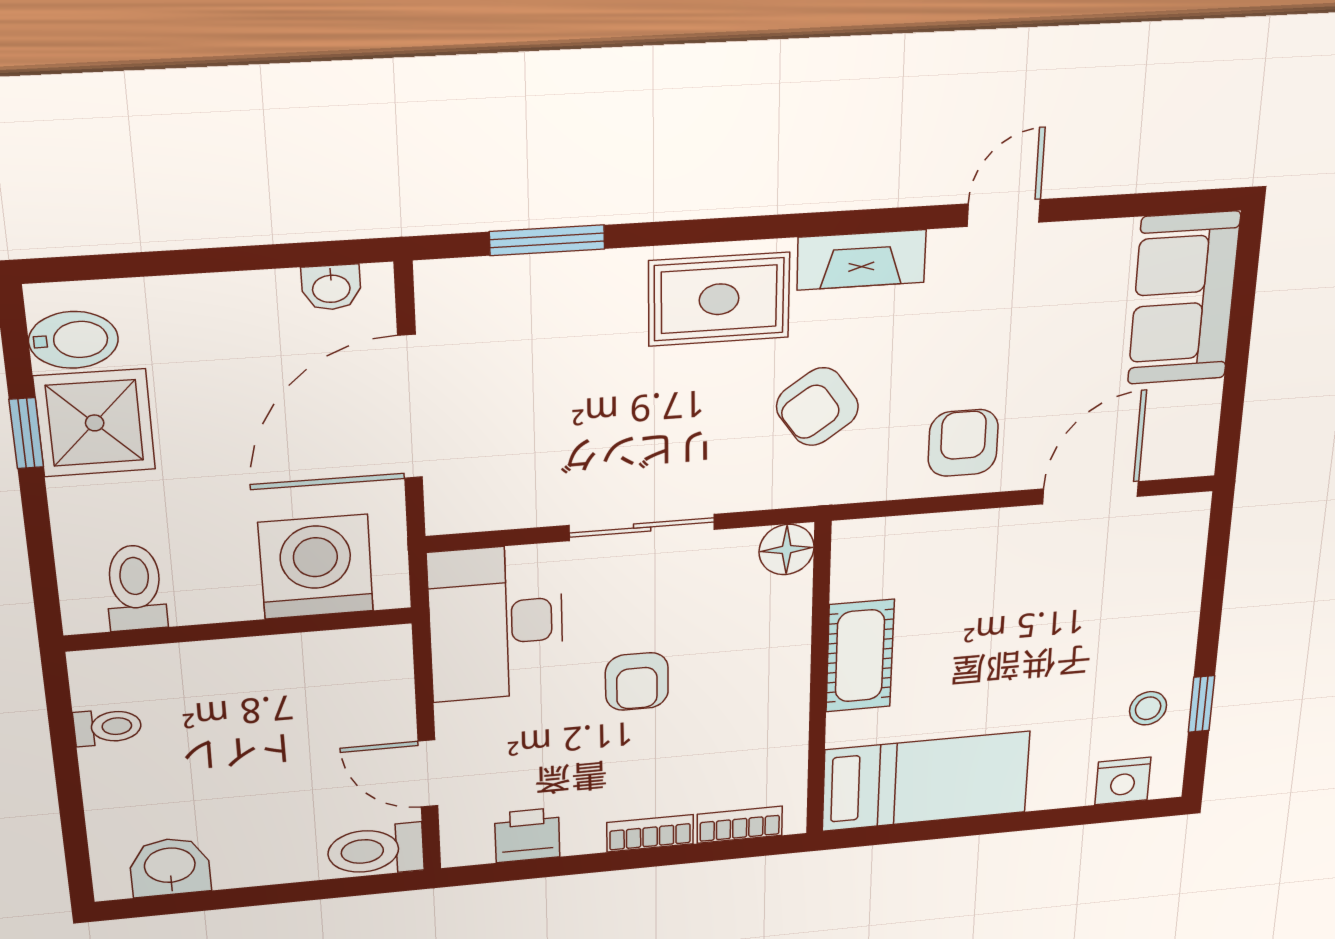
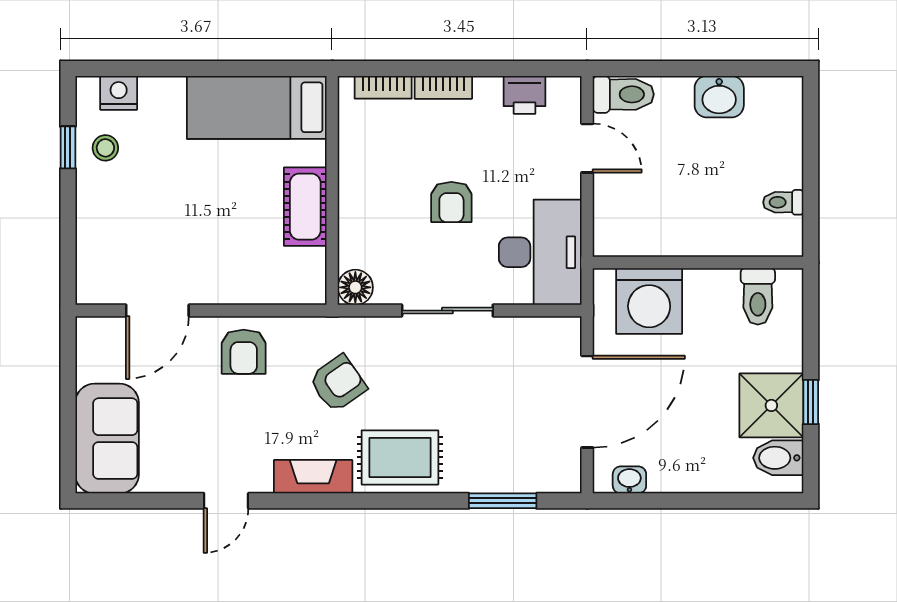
armchair: (637, 681) -> (451, 202), turned 180
washbasin: (170, 867) -> (719, 97), moved

